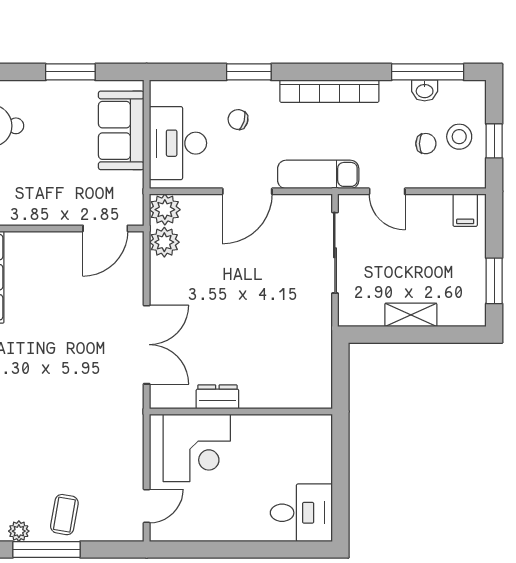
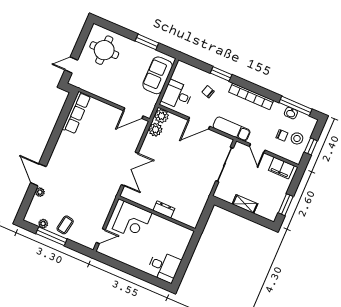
desk: (178, 143) -> (177, 95), width x0.73
filing cabinet: (465, 210) -> (281, 168), width x2.00
dresser: (217, 397) -> (164, 209), moved

